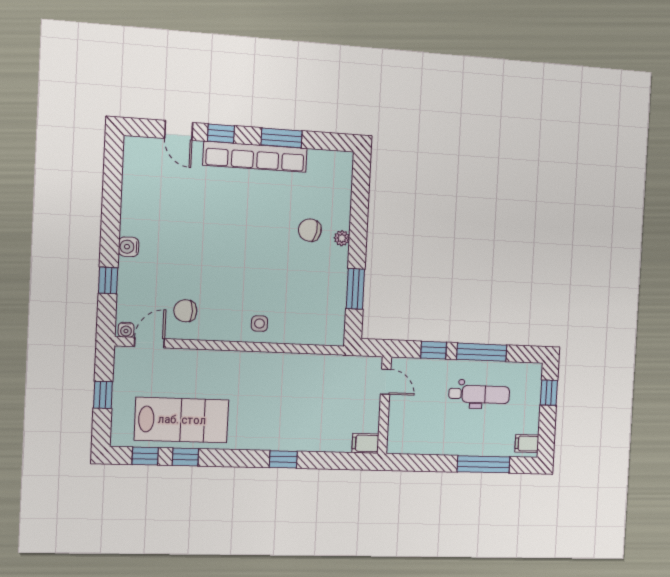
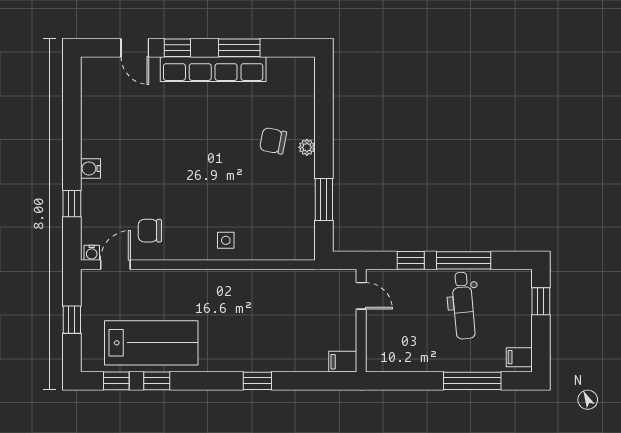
dental chair: (479, 394) -> (463, 306), turned 85

